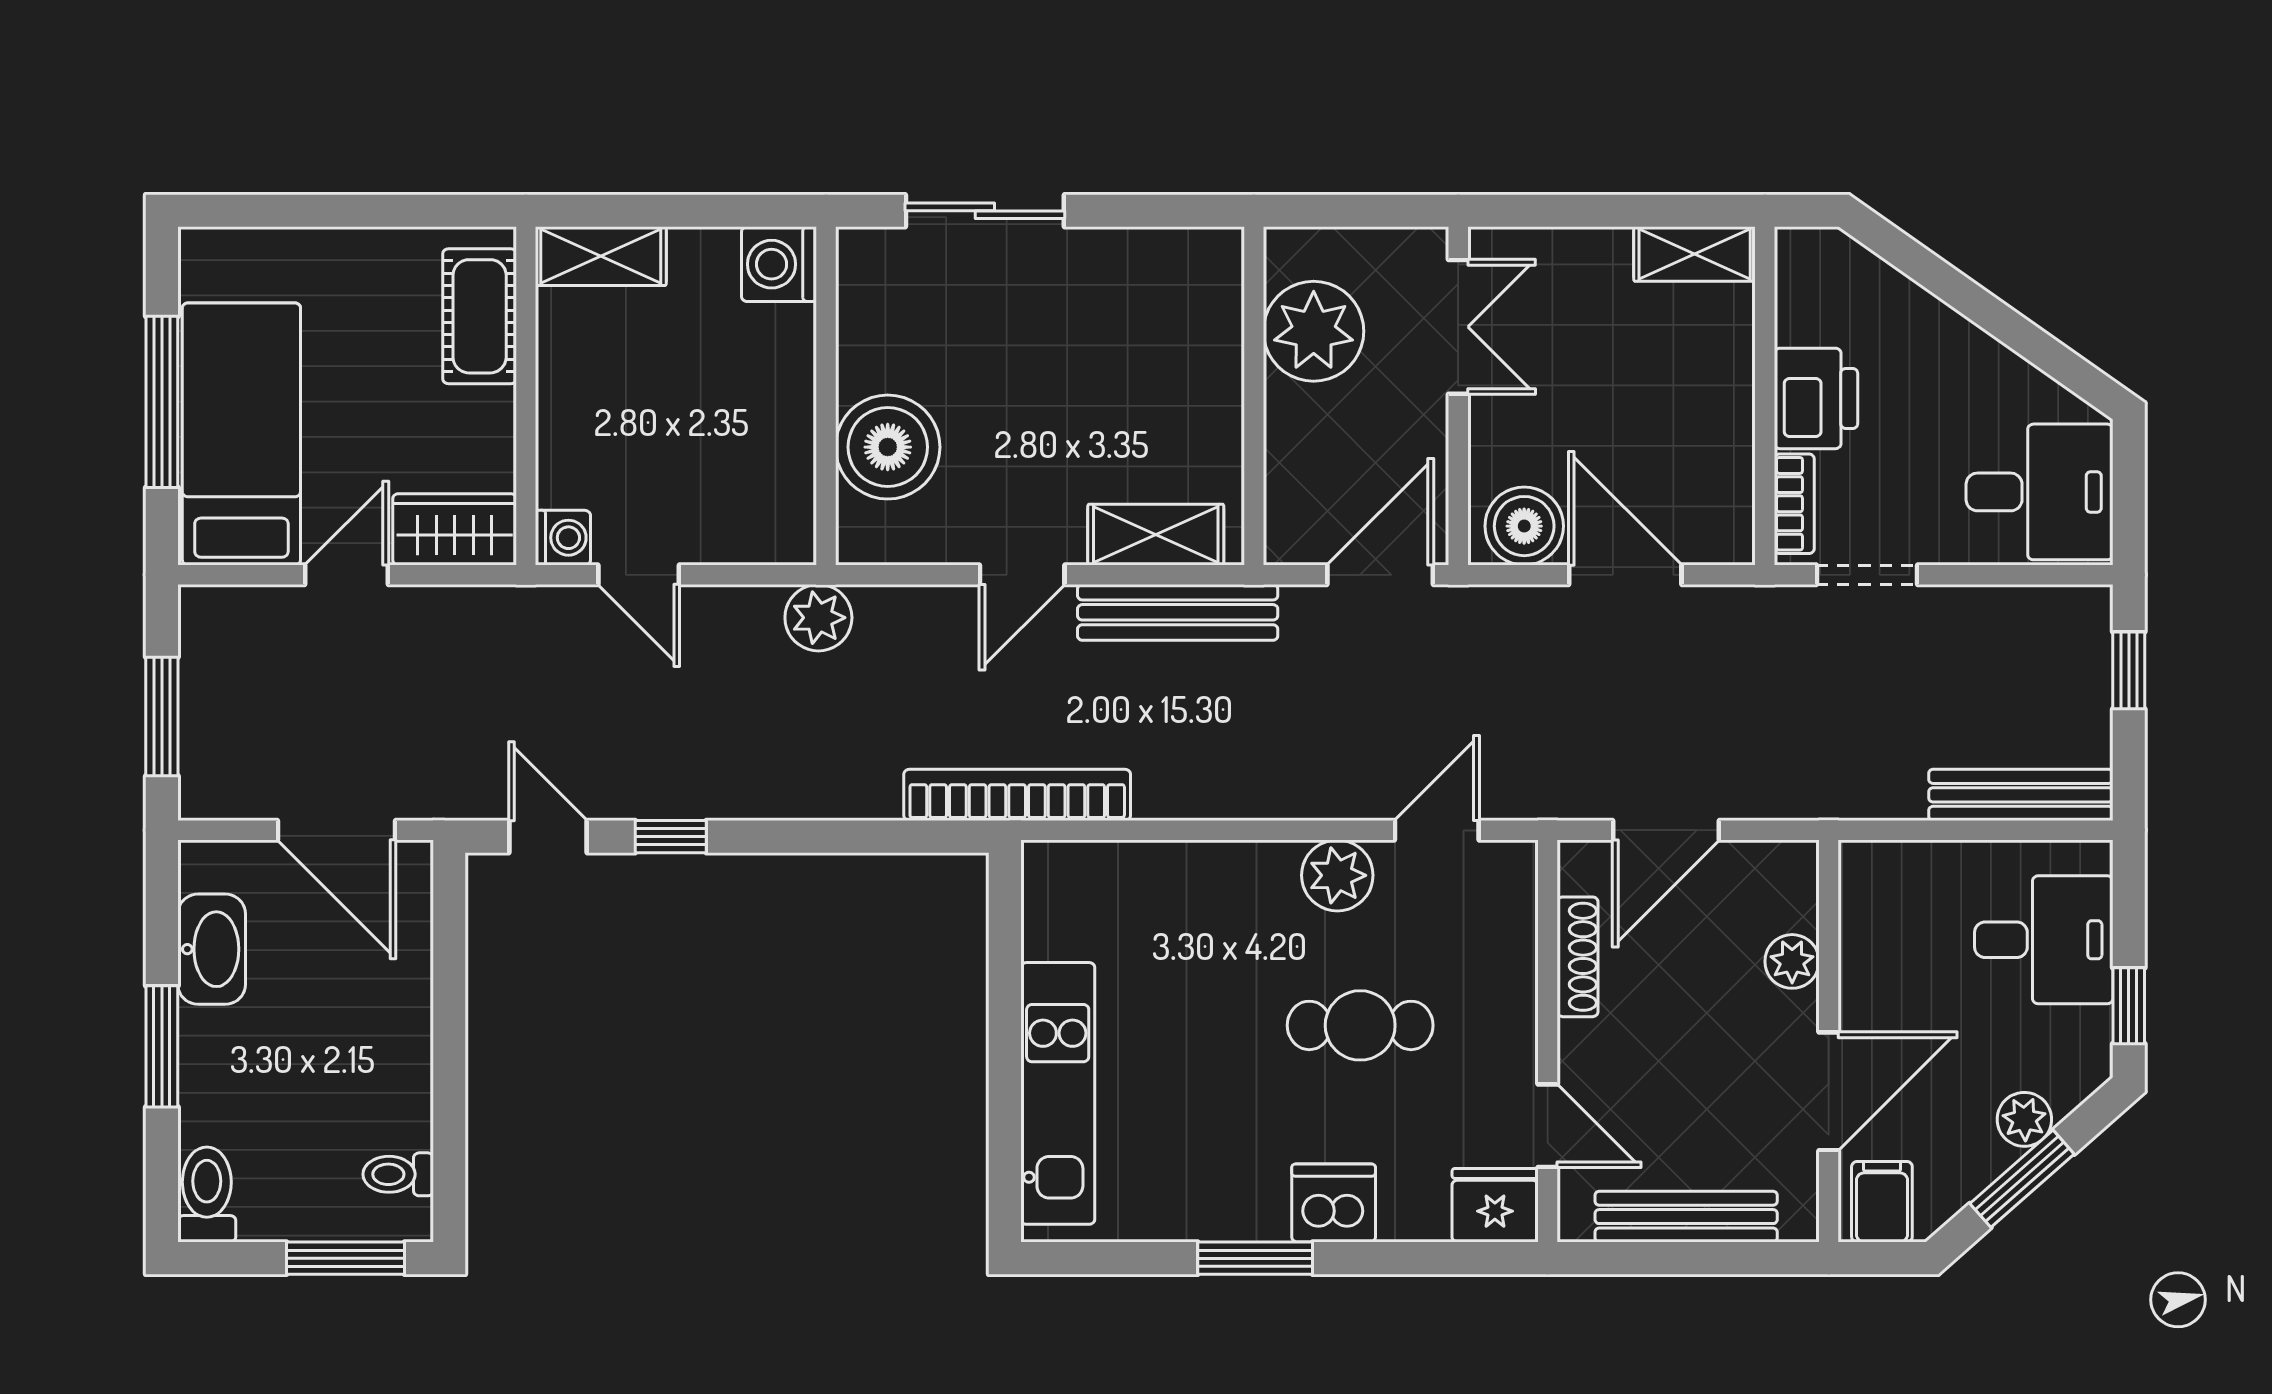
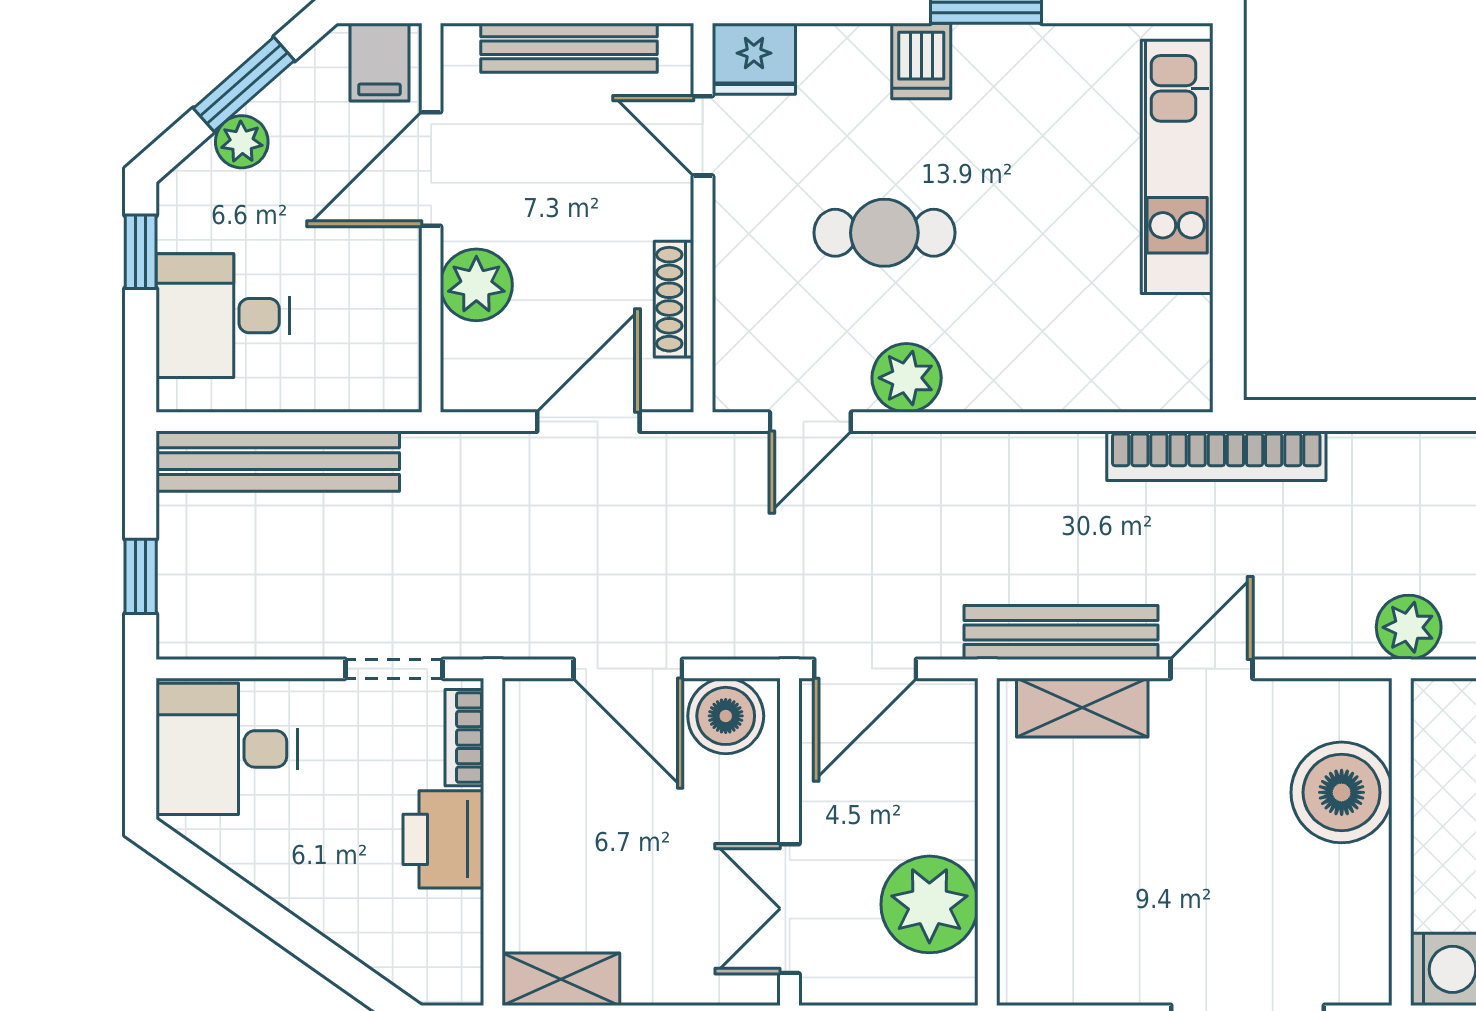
bench: (2021, 795) -> (278, 461), width x1.37, depth x1.21
plant: (1792, 961) -> (476, 285), width x1.38, depth x1.38
dishwasher: (1334, 1203) -> (921, 61), width x0.73

